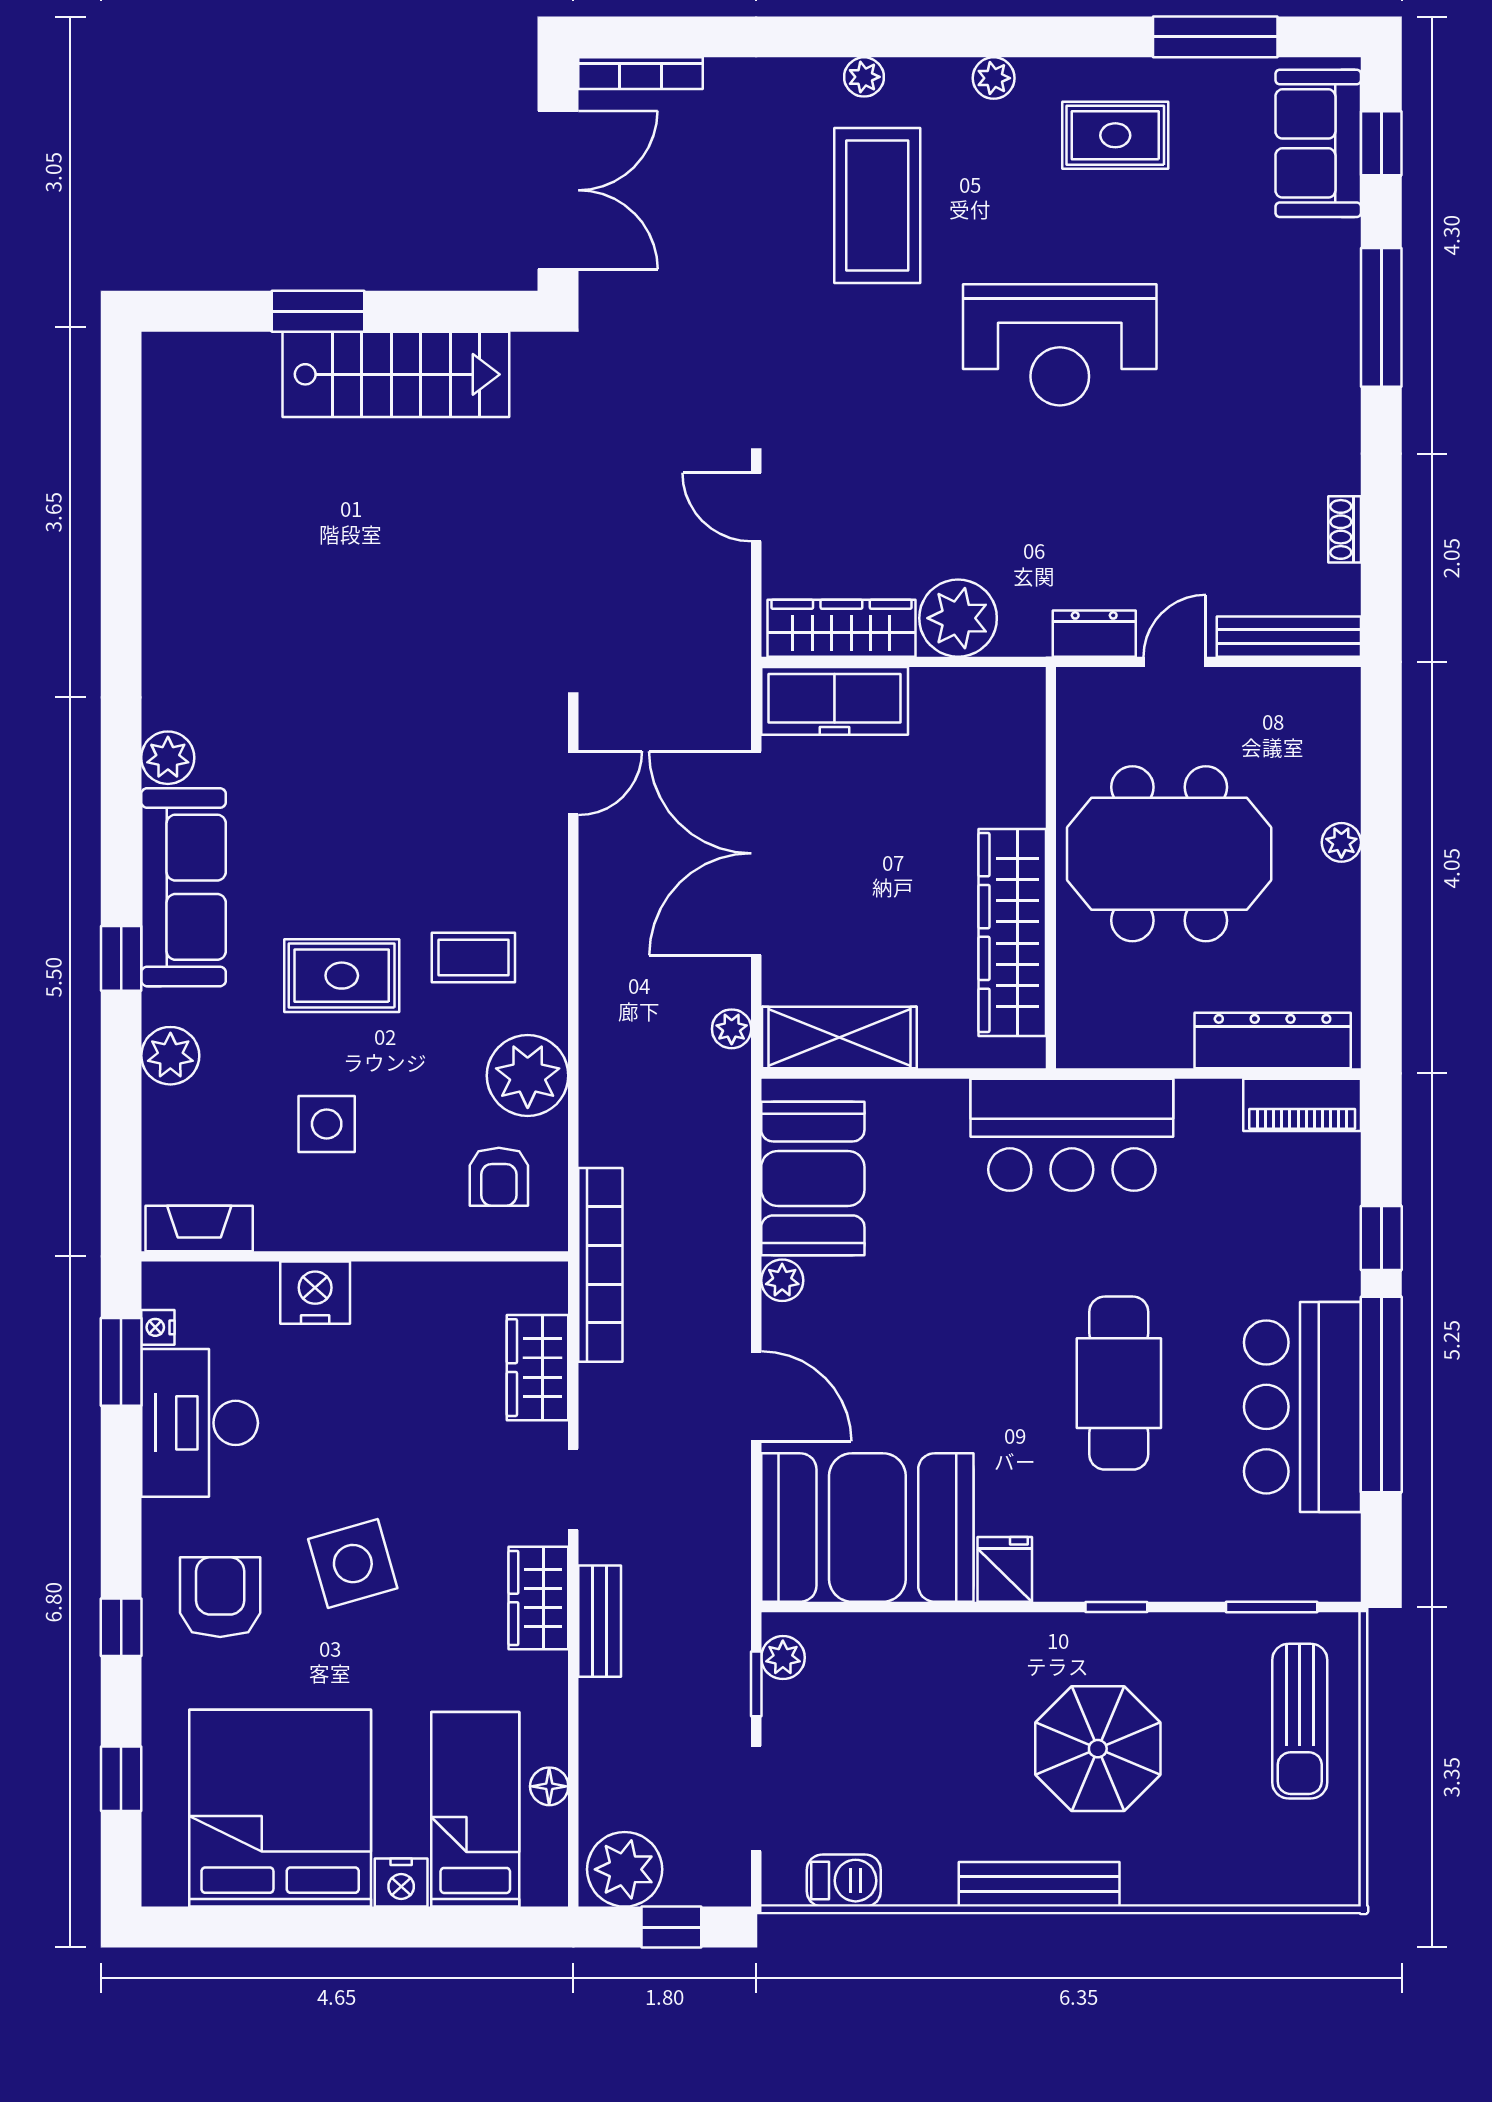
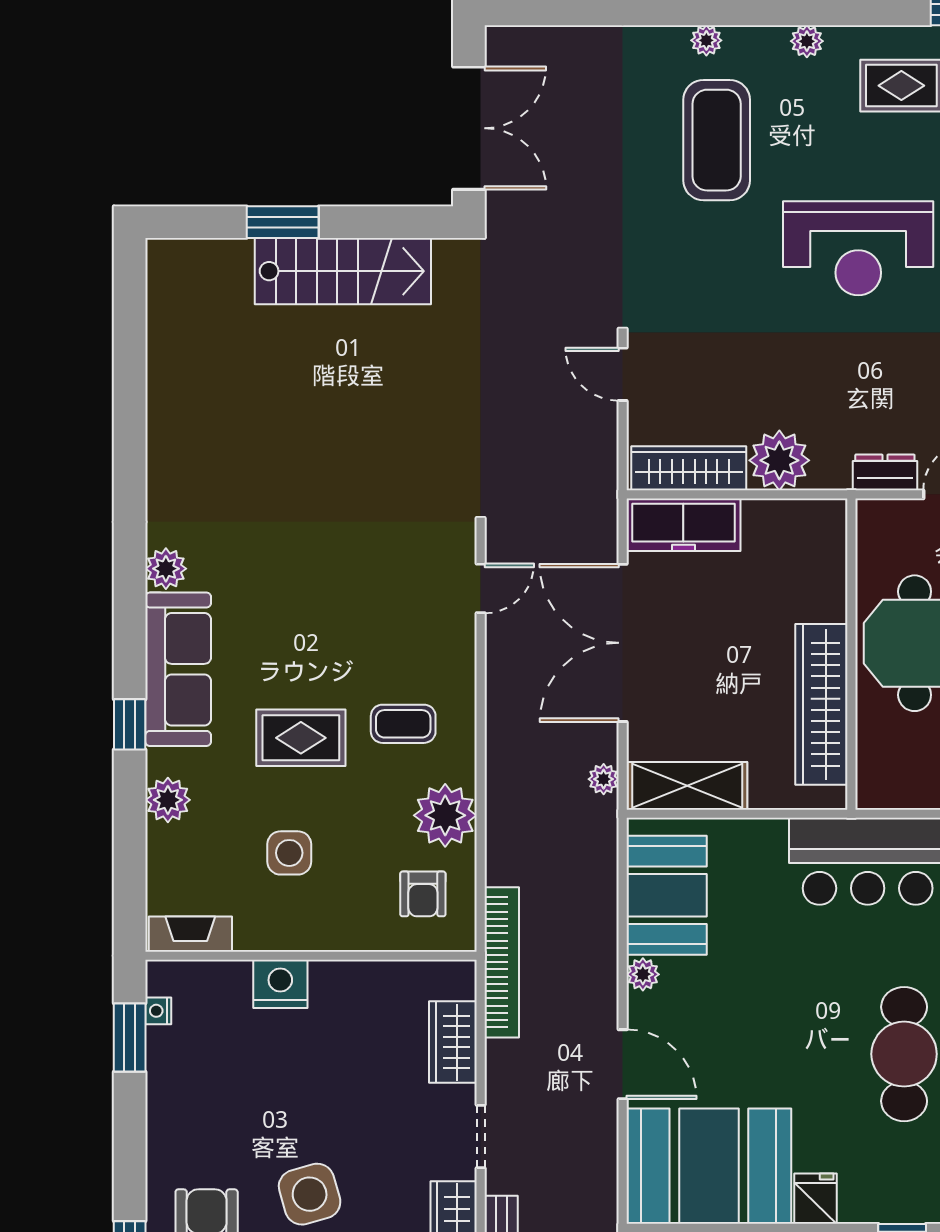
bookcase: (640, 73) -> (533, 37), removed
desk: (200, 1423) -> (191, 1085), removed

